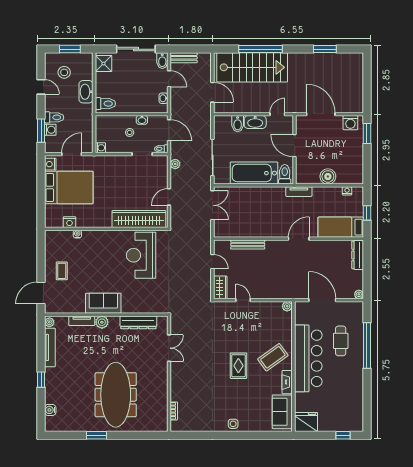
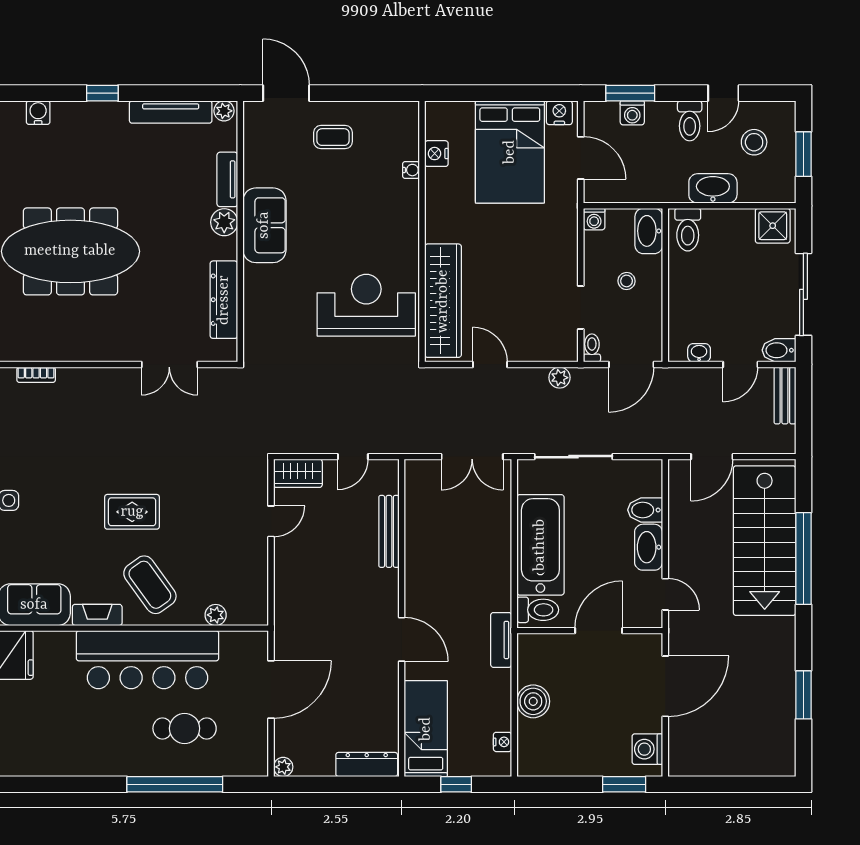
toilet: (54, 117) -> (690, 121), moved
washbasin: (142, 120) -> (649, 231), moved, width x1.91, depth x1.45
plant: (287, 306) -> (216, 615), moved

